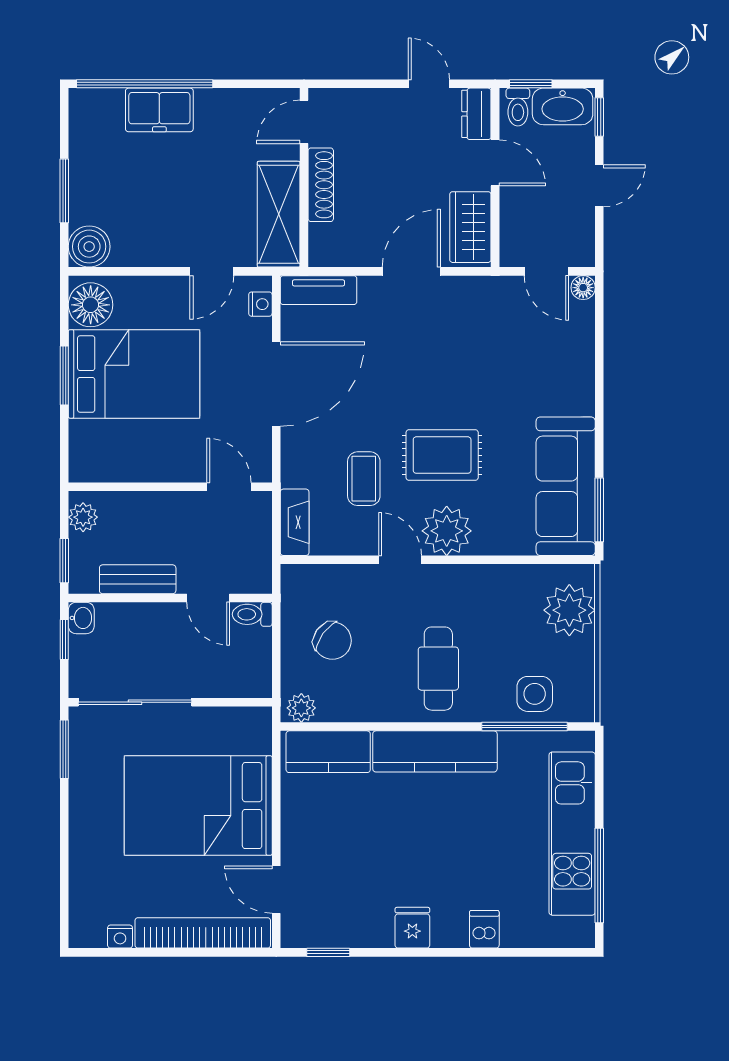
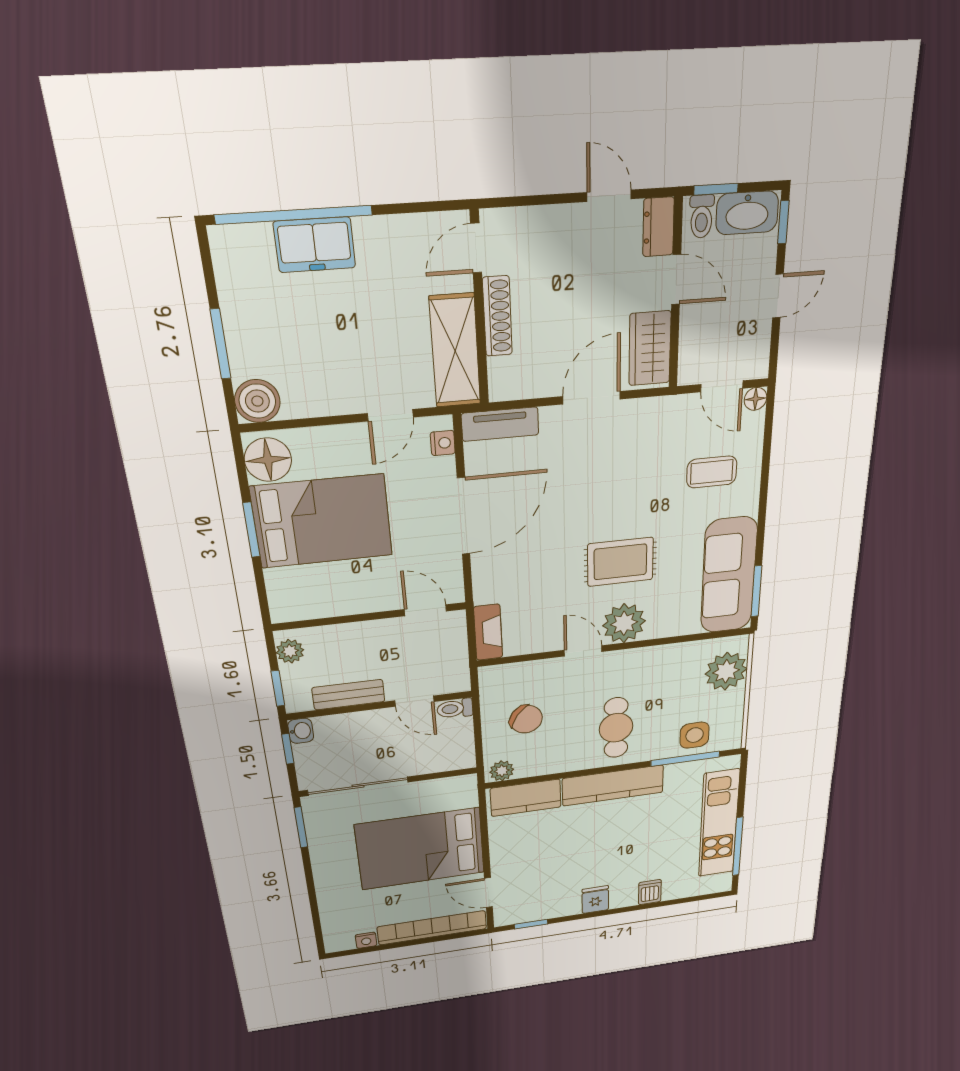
coffee table: (364, 479) -> (712, 472), moved, turned 90

